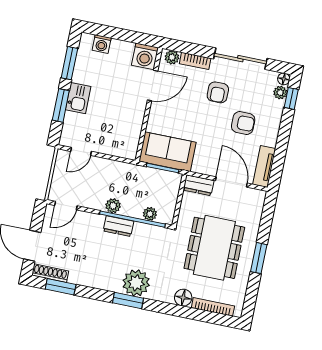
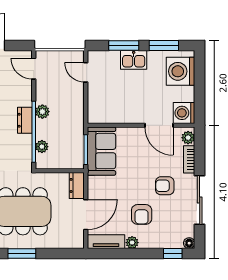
washing machine: (102, 44) -> (181, 71), width x1.89, depth x1.89
plant: (280, 93) -> (132, 243), moved

